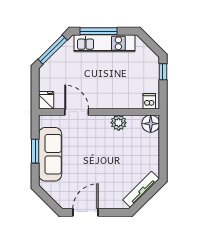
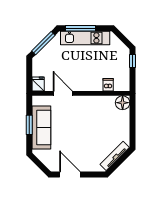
dishwasher: (149, 101) -> (108, 85), moved
plant: (119, 123) -> (97, 102), removed
door: (85, 212) -> (70, 174), hinge flipped

